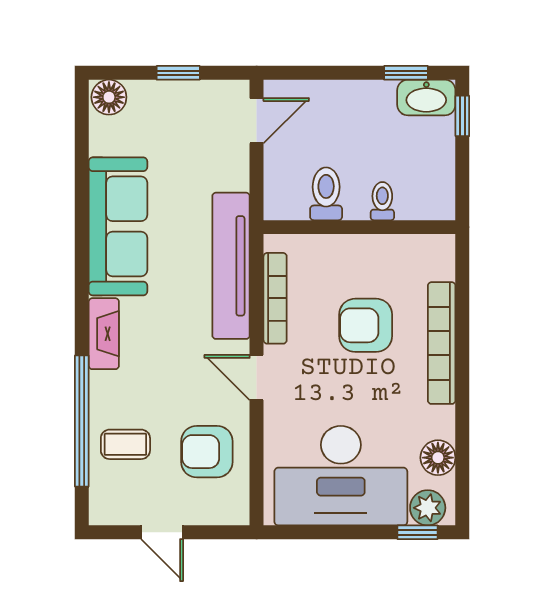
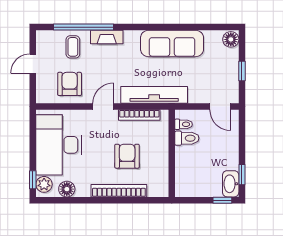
toilet: (382, 201) -> (184, 124), moved
fireplace: (104, 334) -> (107, 37), moved

